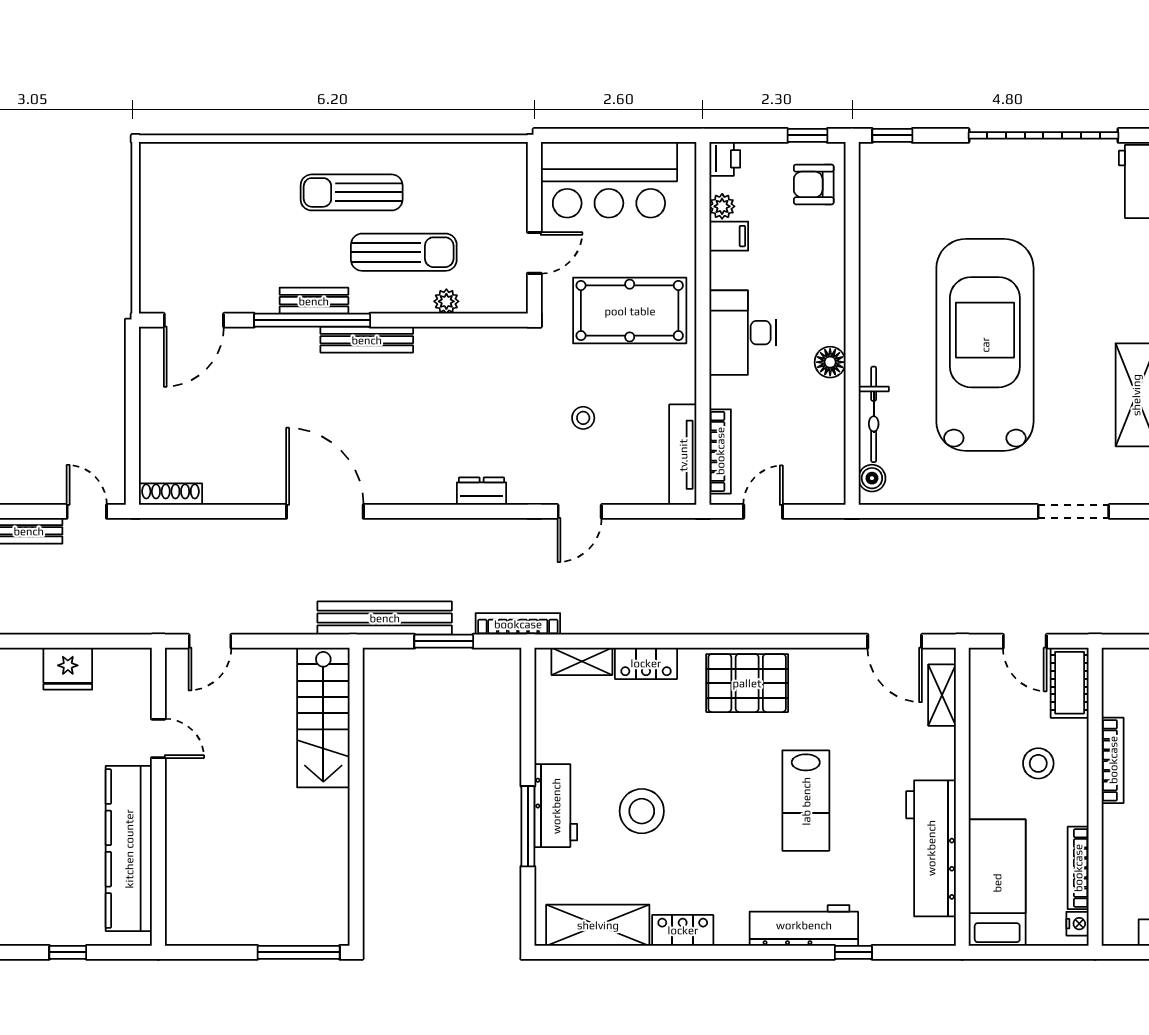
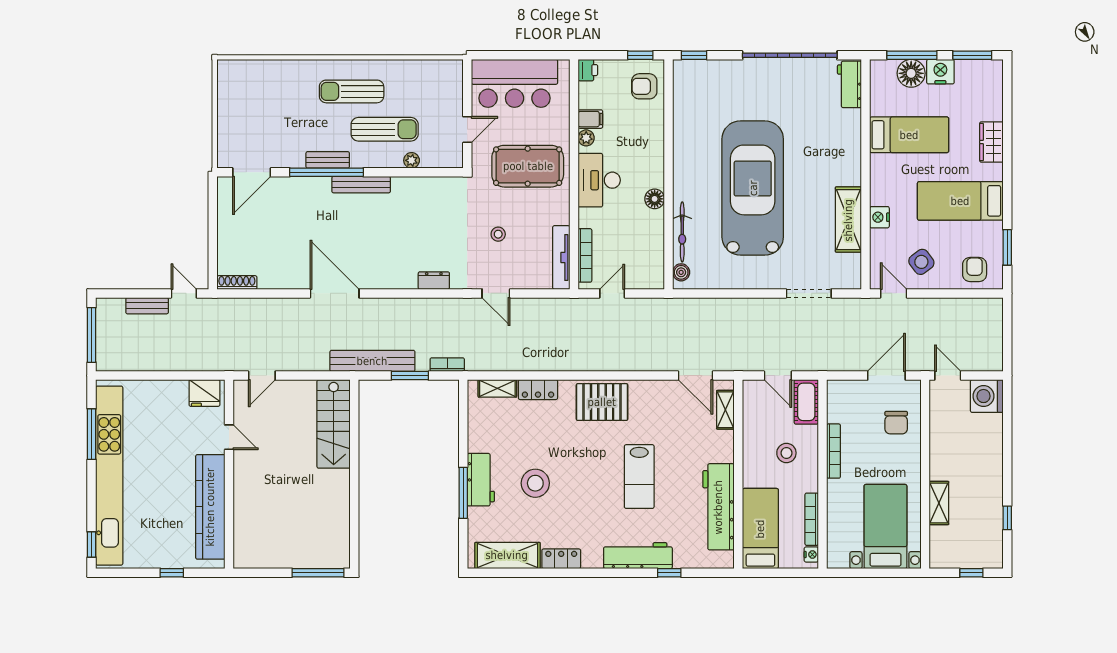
plant: (722, 206) -> (586, 138), moved
door: (580, 511) -> (496, 293), hinge flipped
bookcase: (518, 624) -> (447, 365), width x0.64
fridge: (68, 669) -> (204, 393), moved

